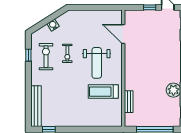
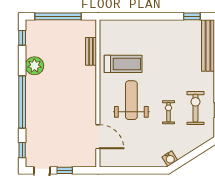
water cooler: (53, 25) -> (170, 159), moved
exercise bike: (46, 57) -> (195, 108), turned 180

